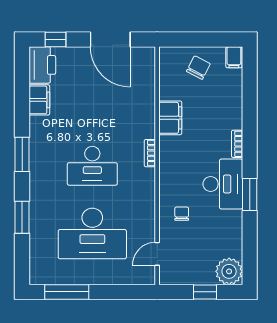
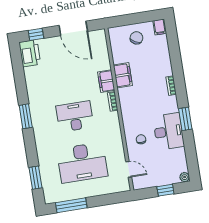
filing cabinet: (39, 100) -> (106, 81), moved, turned 180
desk: (92, 166) -> (75, 116), turned 180
desk: (223, 184) -> (169, 131), moved
window: (22, 217) -> (36, 178), moved
door: (157, 254) -> (129, 169), swing flipped
plant: (229, 271) -> (185, 177), width x0.53, depth x0.53

